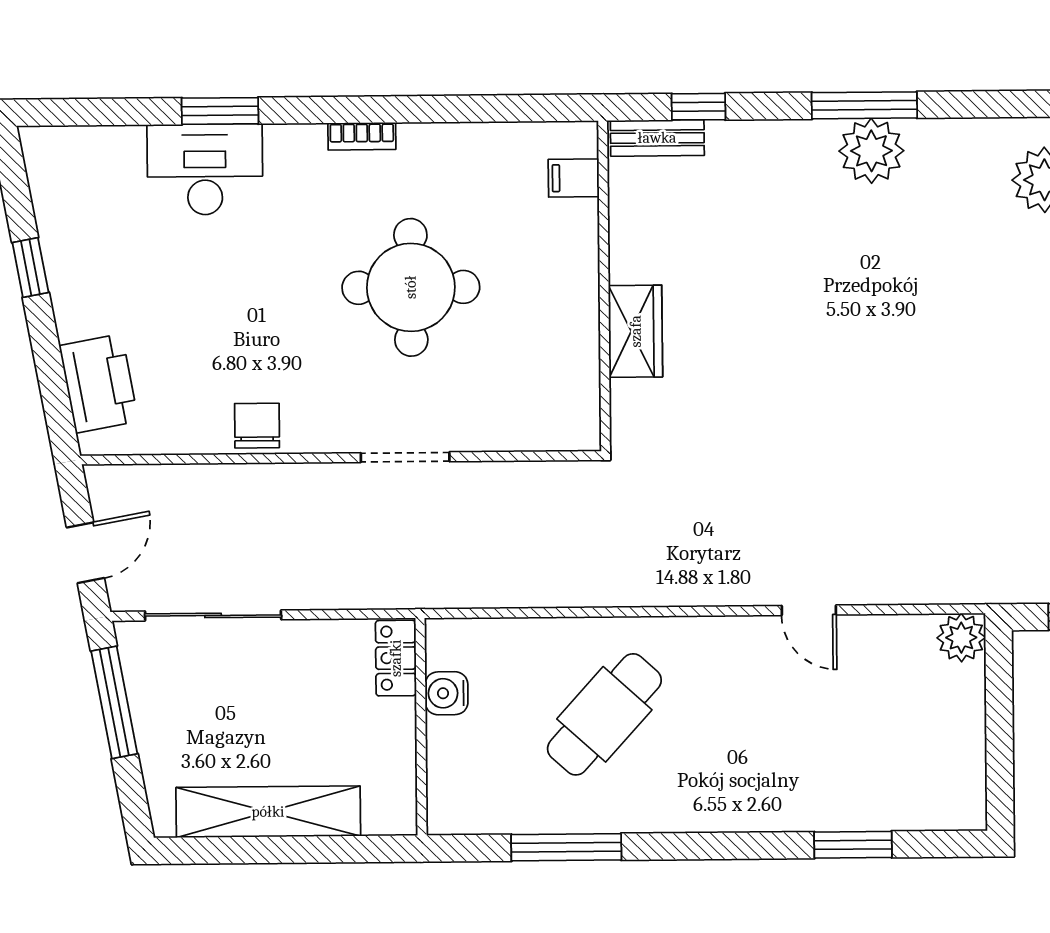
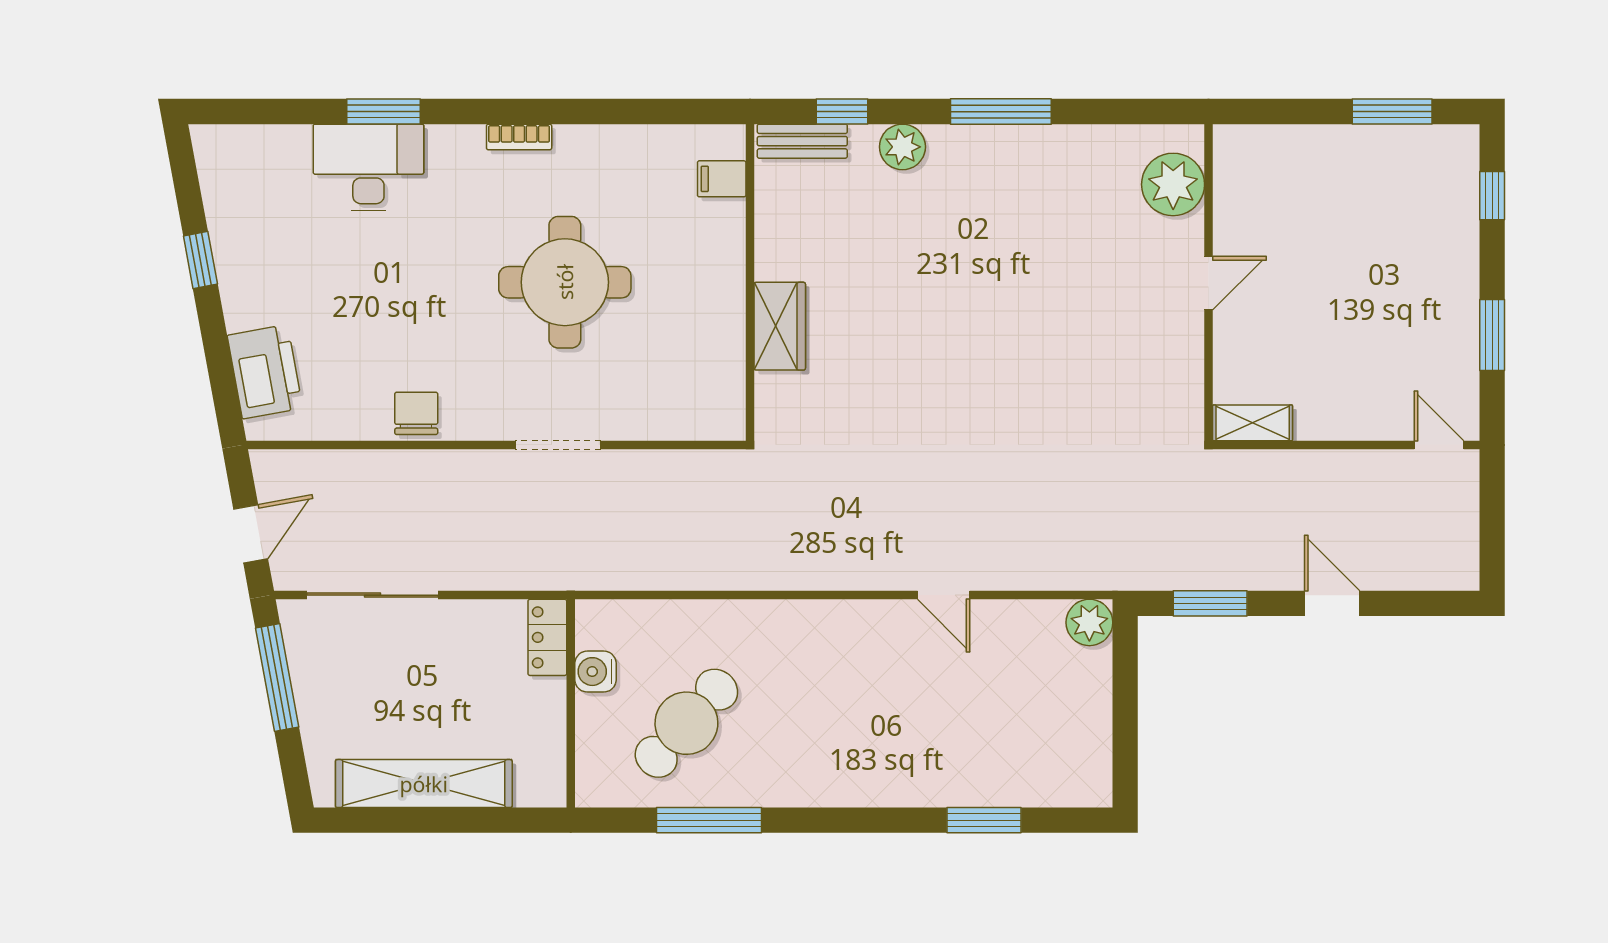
plant: (871, 151) -> (902, 147), moved, width x0.73, depth x0.73
cafe table: (604, 714) -> (686, 723), moved

